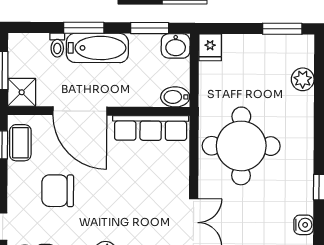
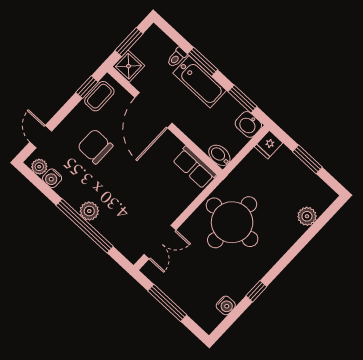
window: (282, 29) -> (307, 159), moved
row of seats: (151, 128) -> (194, 167), width x0.68

